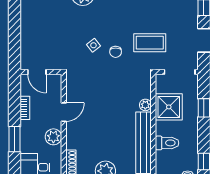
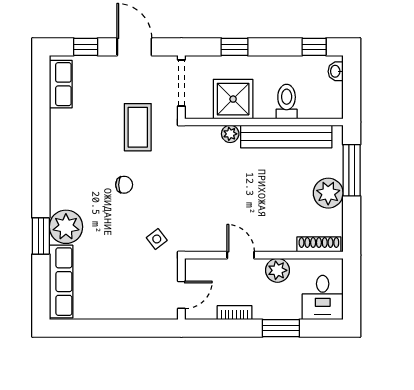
side table: (93, 45) -> (157, 239), moved
chair: (116, 52) -> (124, 185), moved

